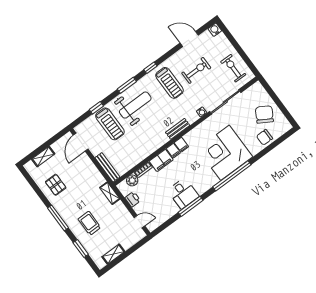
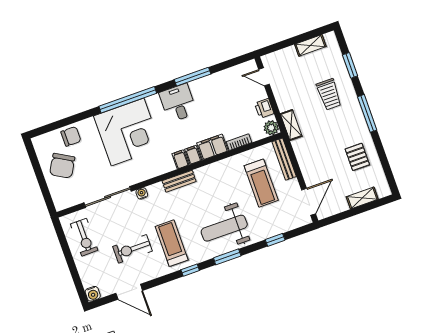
treadmill: (110, 124) -> (261, 183), moved, turned 180
plant: (132, 180) -> (271, 128), moved
desk: (183, 193) -> (178, 103), moved

